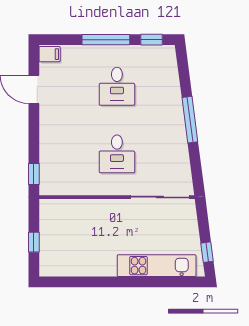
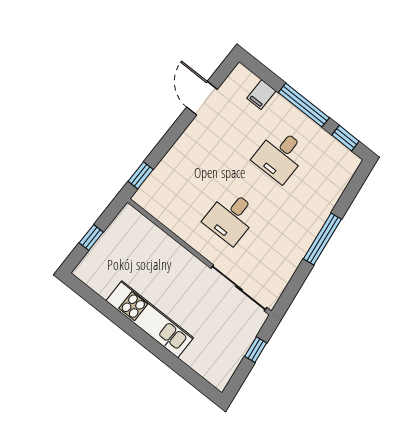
filing cabinet: (50, 54) -> (261, 95), moved, turned 90
window: (207, 252) -> (256, 350), moved
kitchen unit: (157, 266) -> (150, 319), moved

